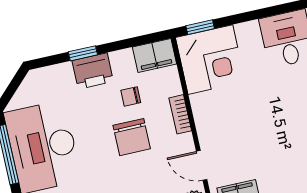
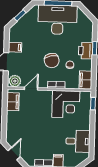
corner desk: (210, 60) -> (66, 104), moved, turned -90
chair: (132, 137) -> (52, 61), turned -102

